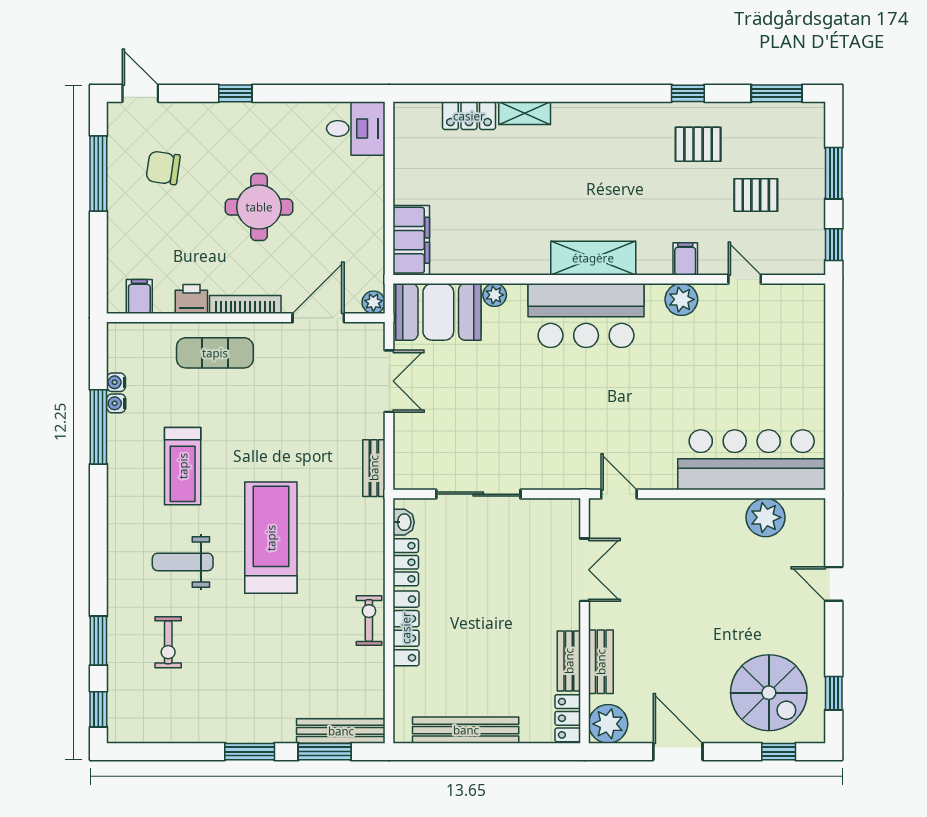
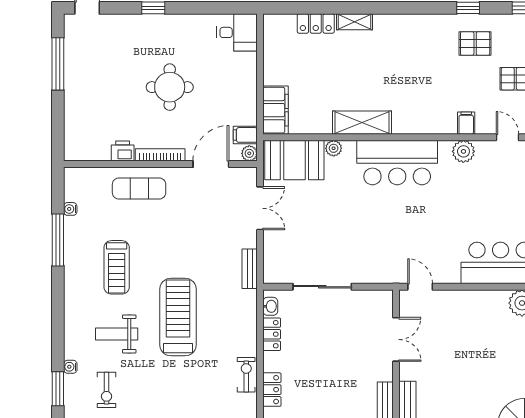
chair: (163, 168) -> (103, 60), removed
shelving: (593, 258) -> (362, 123), moved
filing cabinet: (139, 296) -> (245, 135), moved, turned -90
water cooler: (116, 403) -> (70, 367), moved
locker: (406, 628) -> (272, 390), width x0.66

